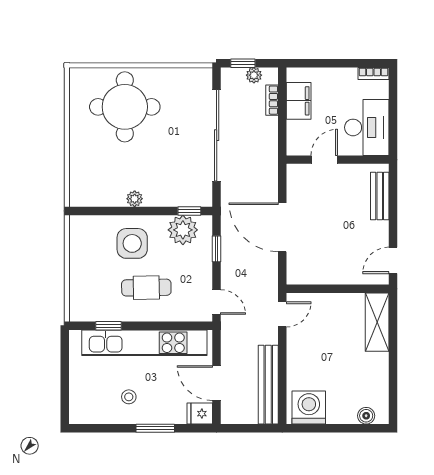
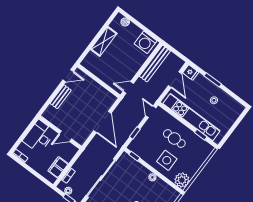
bench: (380, 196) -> (61, 97), moved
plant: (183, 230) -> (182, 180), moved
shelving: (377, 322) -> (104, 41), moved

